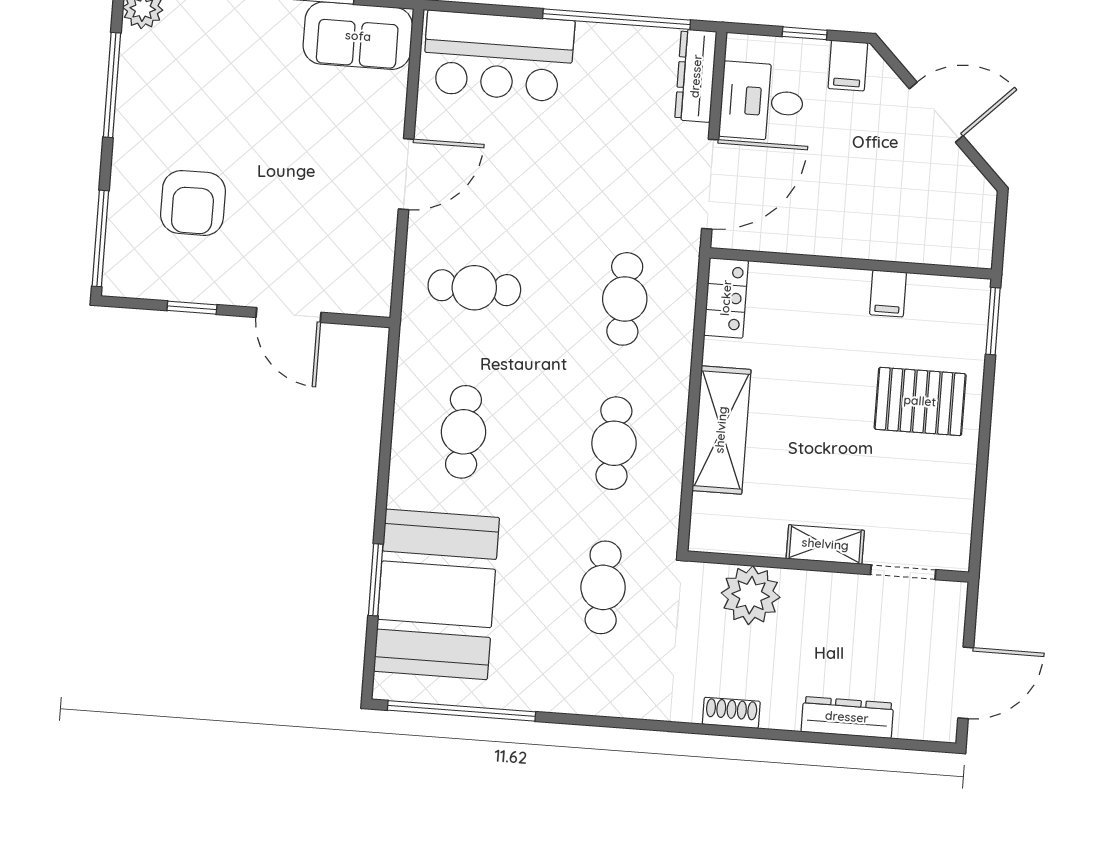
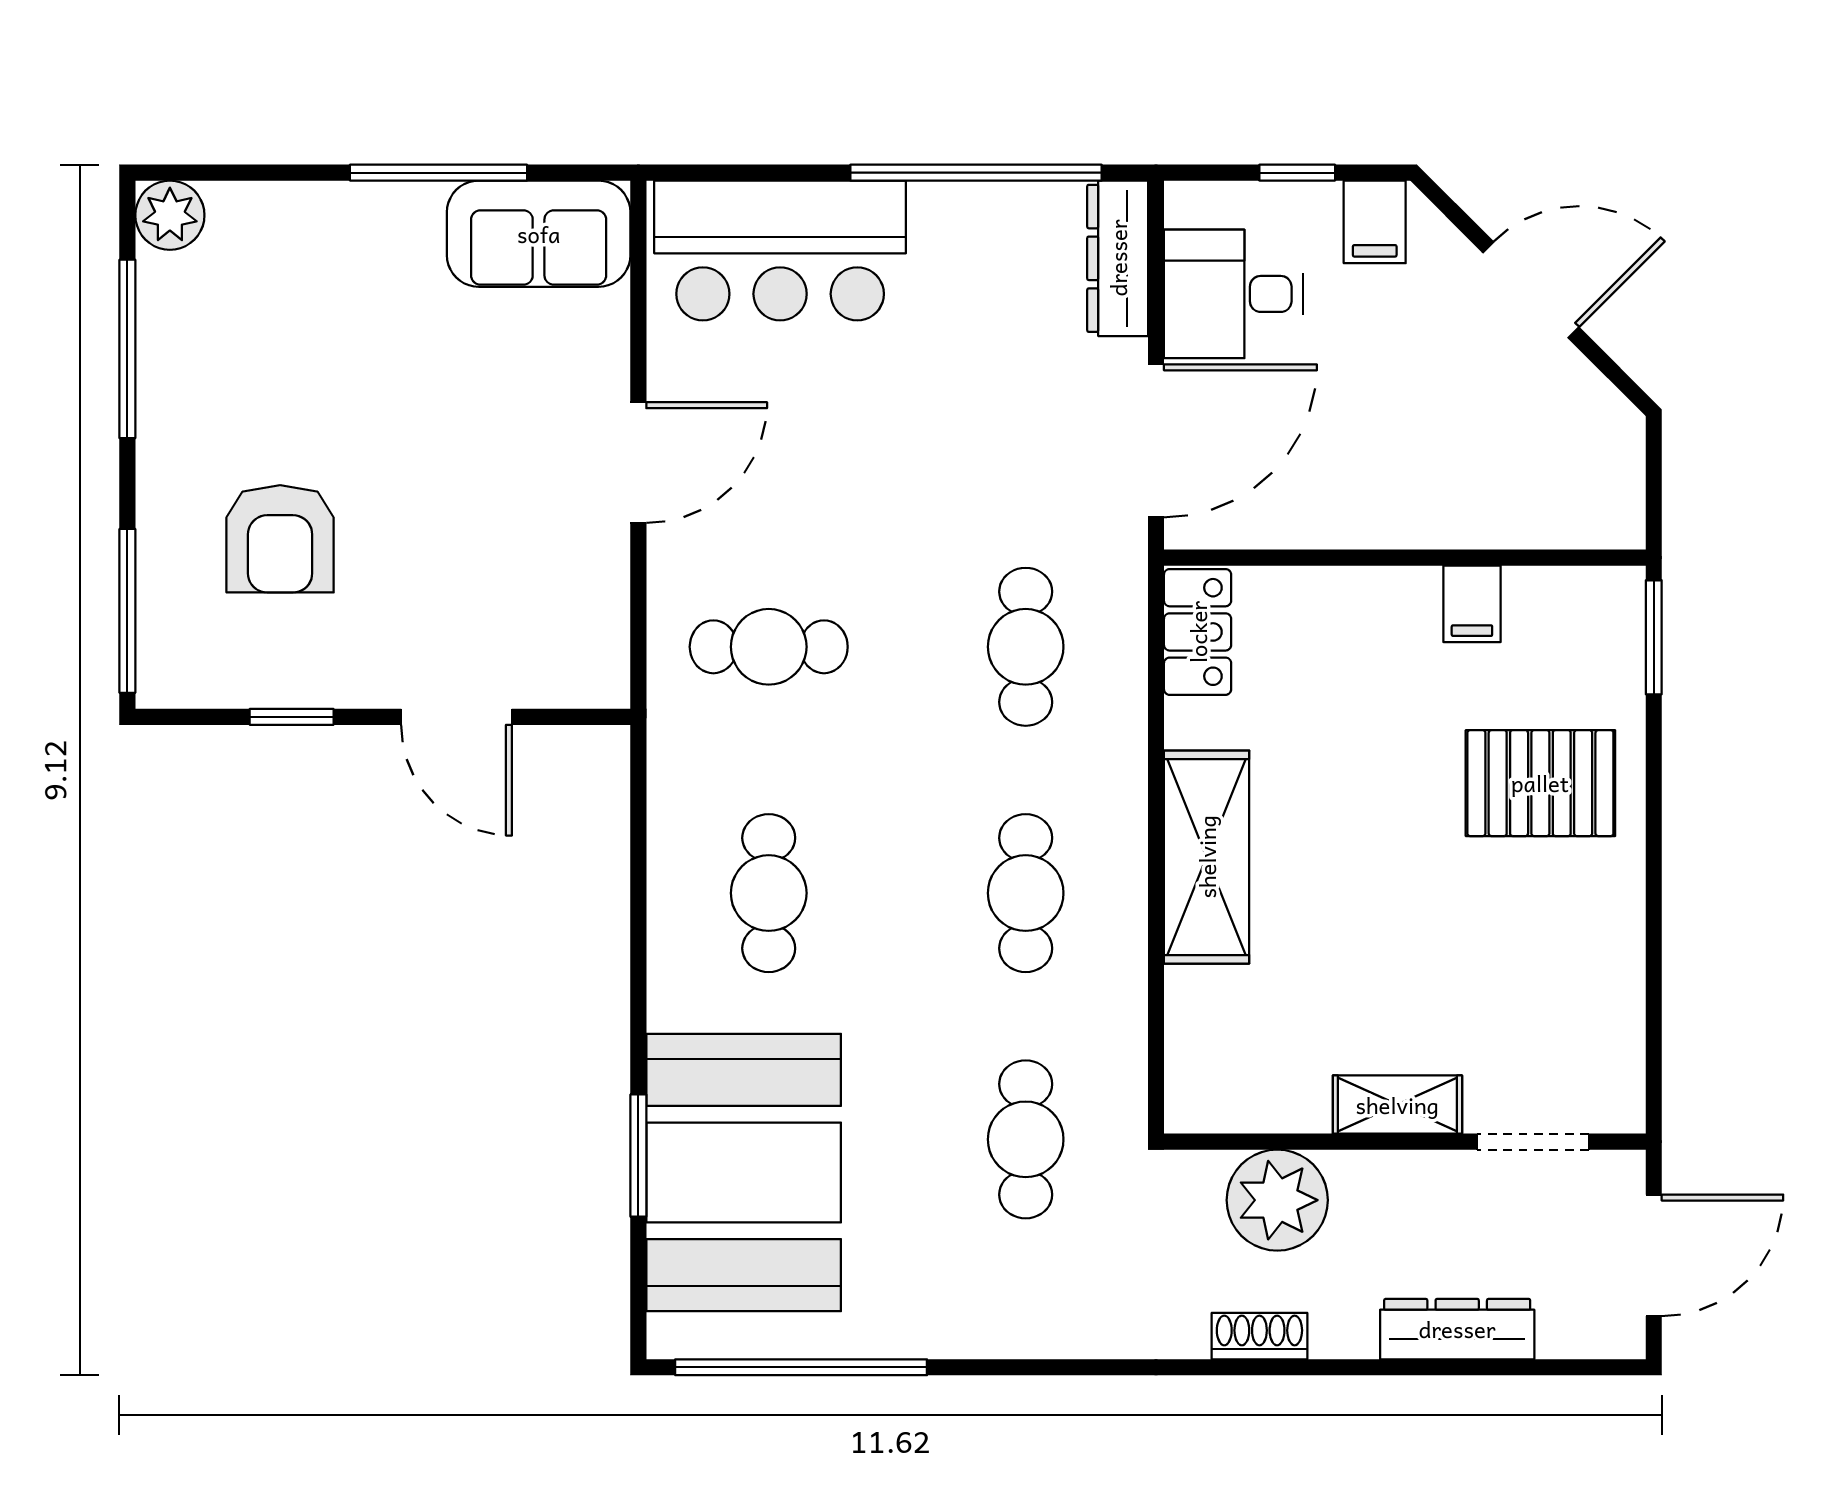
shelving: (825, 544) -> (1397, 1105), moved
wall: (828, 567) -> (1405, 1142), moved
doorway: (903, 572) -> (1533, 1142), moved
plant: (751, 595) -> (1277, 1200), moved

